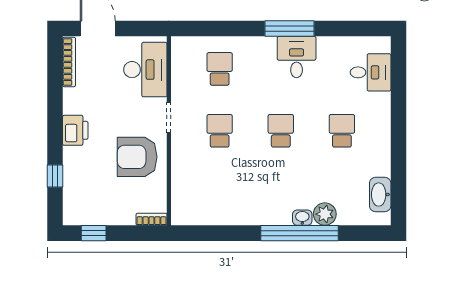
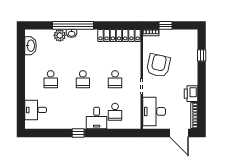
window: (290, 29) -> (78, 133), width x0.46
desk: (297, 57) -> (97, 118), moved
printer: (75, 130) -> (191, 94), moved
armchair: (137, 157) -> (158, 66), turned -78
locker: (212, 214) -> (119, 36), added
window: (94, 233) -> (165, 25), moved

